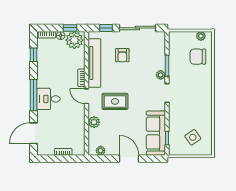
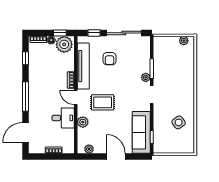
chair: (198, 57) -> (181, 60), removed
desk: (48, 99) -> (63, 118), moved, turned 180
side table: (193, 137) -> (179, 122), moved

